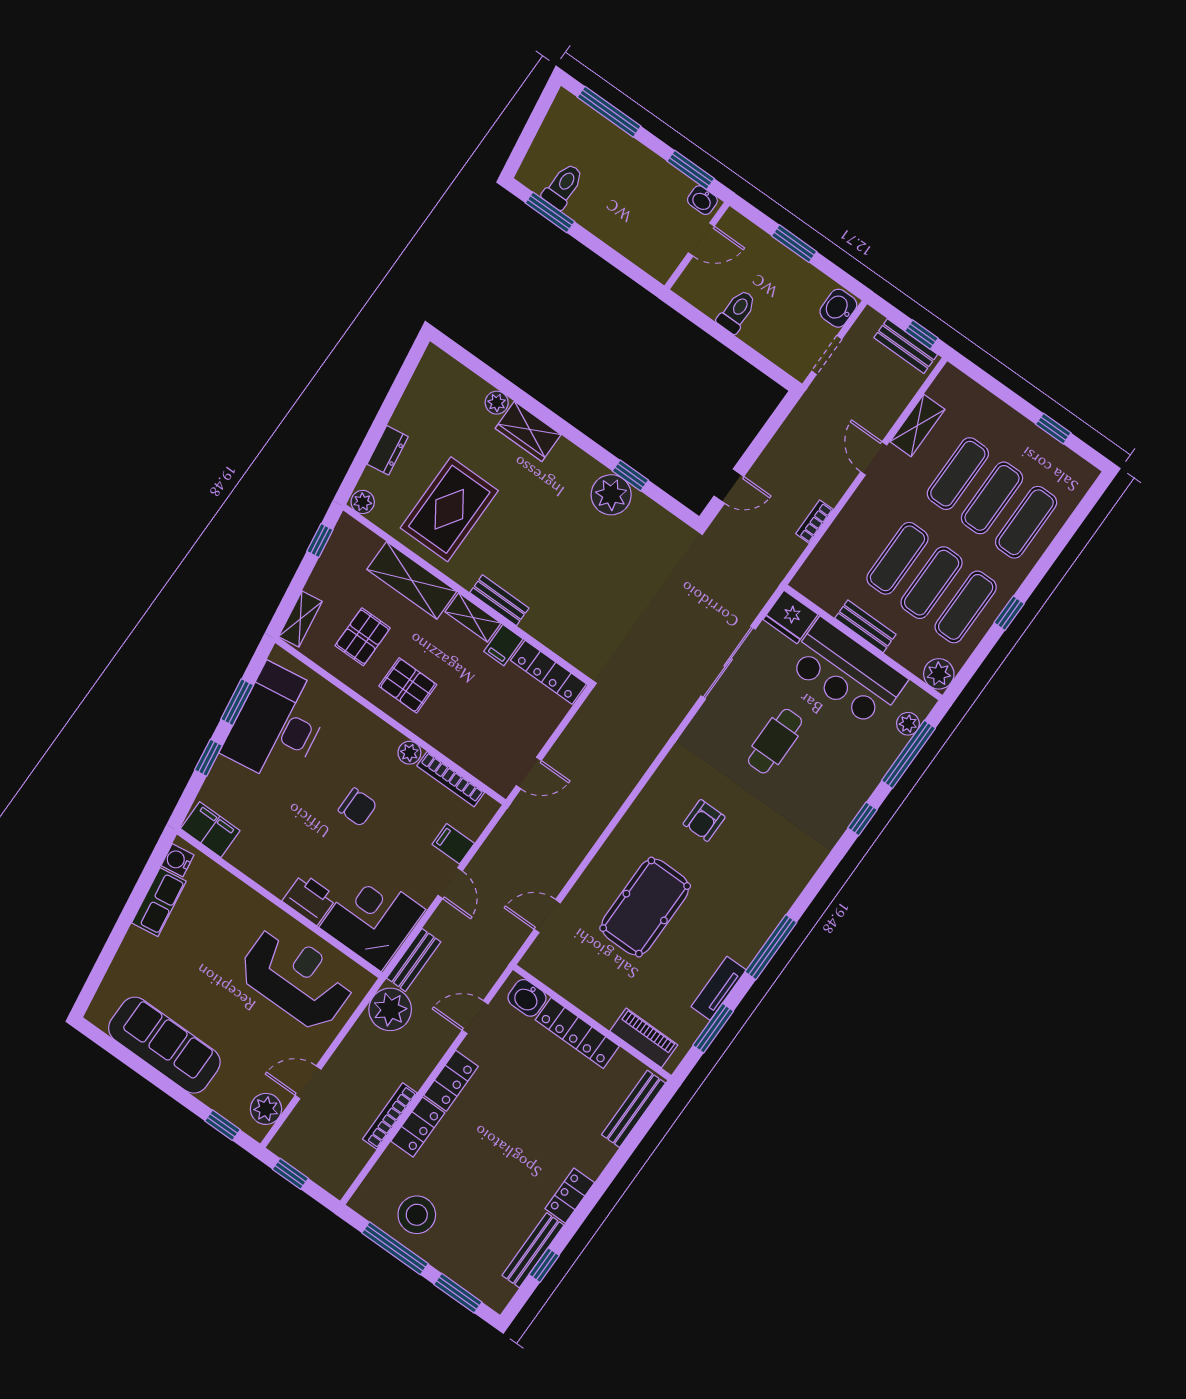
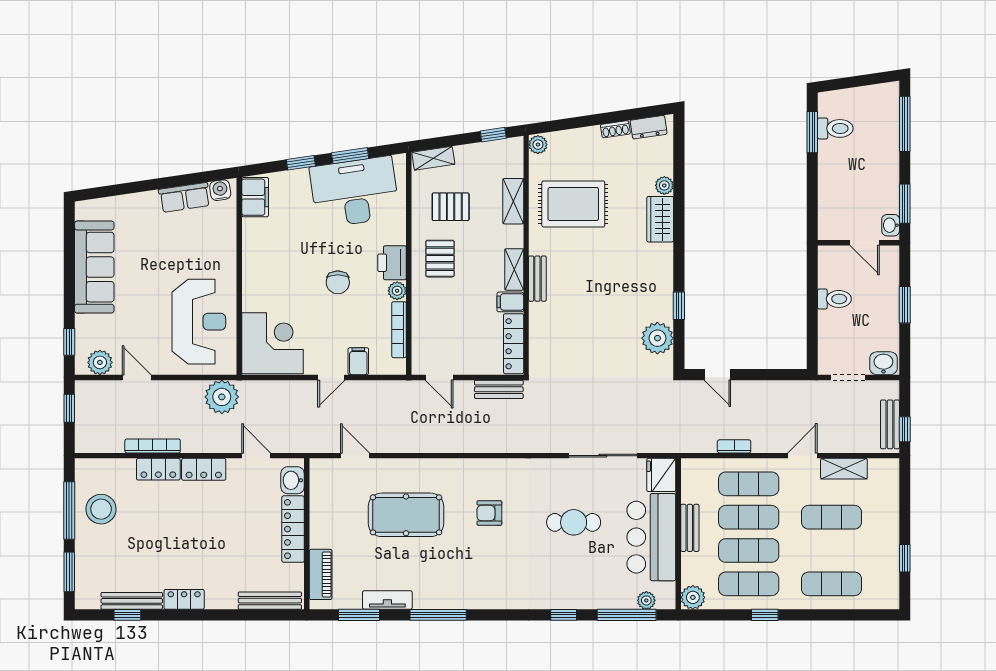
shoe rack: (403, 412) -> (615, 129), added
dresser: (388, 450) -> (649, 127), moved
plant: (611, 495) -> (657, 338), moved
exercise mat: (992, 498) -> (749, 484), moved
shelving: (412, 580) -> (513, 201), width x0.67, depth x0.75
printer: (310, 899) -> (392, 263), moved, turned 180
bench: (414, 960) -> (499, 389), moved

